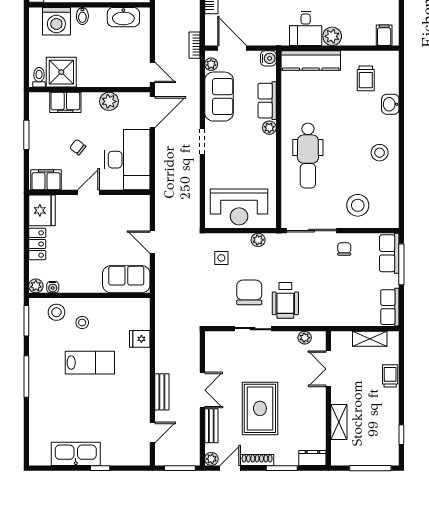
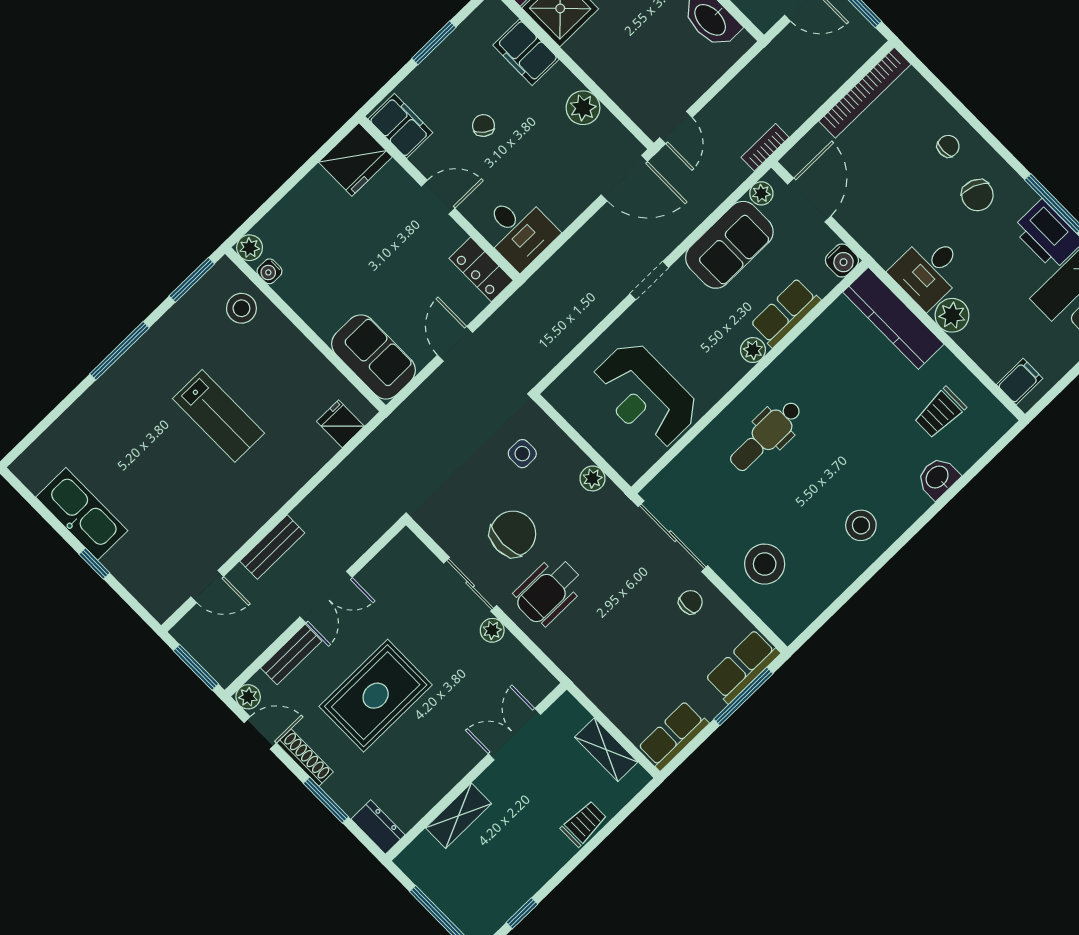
dental chair: (308, 156) -> (766, 436), width x0.73, depth x0.72
desk: (127, 160) -> (519, 231), width x0.53, depth x0.77
reception desk: (239, 207) -> (645, 395), moved
locker: (37, 244) -> (481, 269), moved, turned 90
stool: (82, 323) -> (261, 355), removed
plant: (305, 338) -> (492, 630), moved
fridge: (140, 339) -> (340, 424), moved

